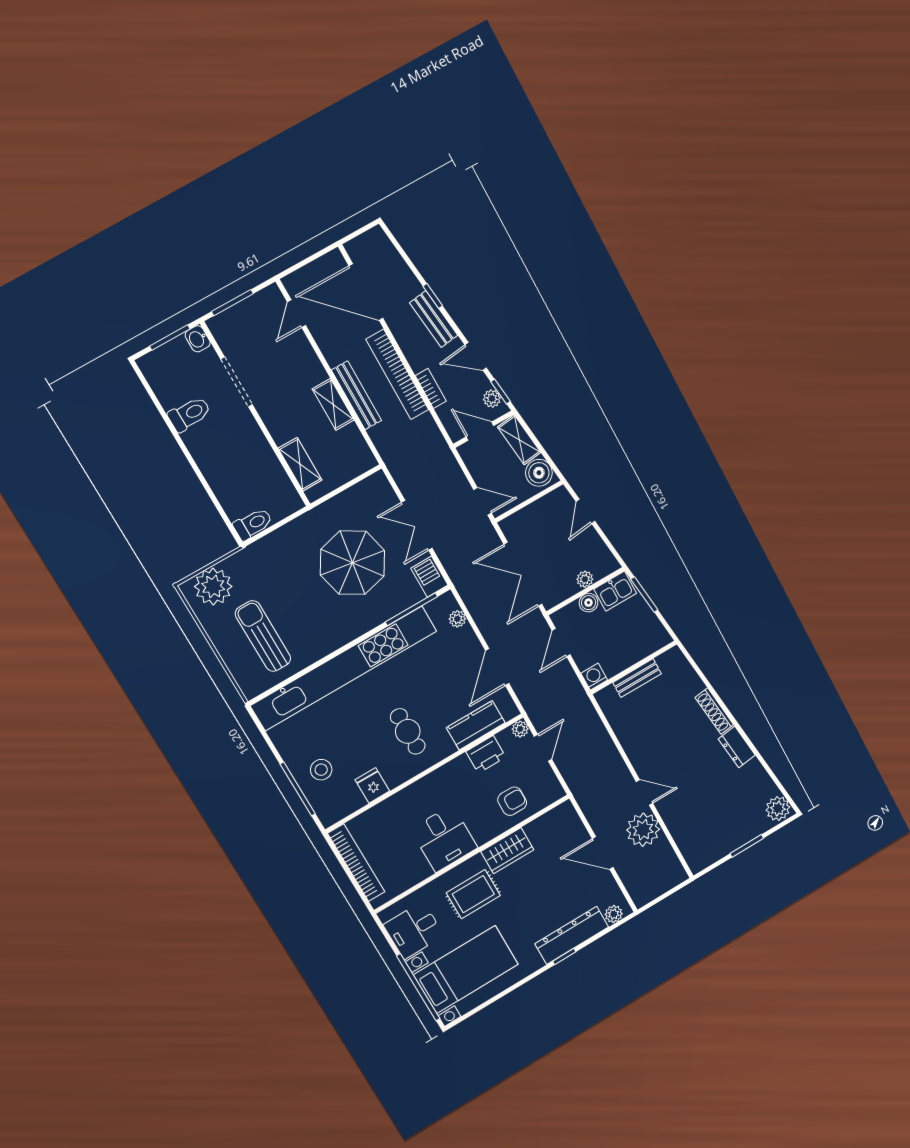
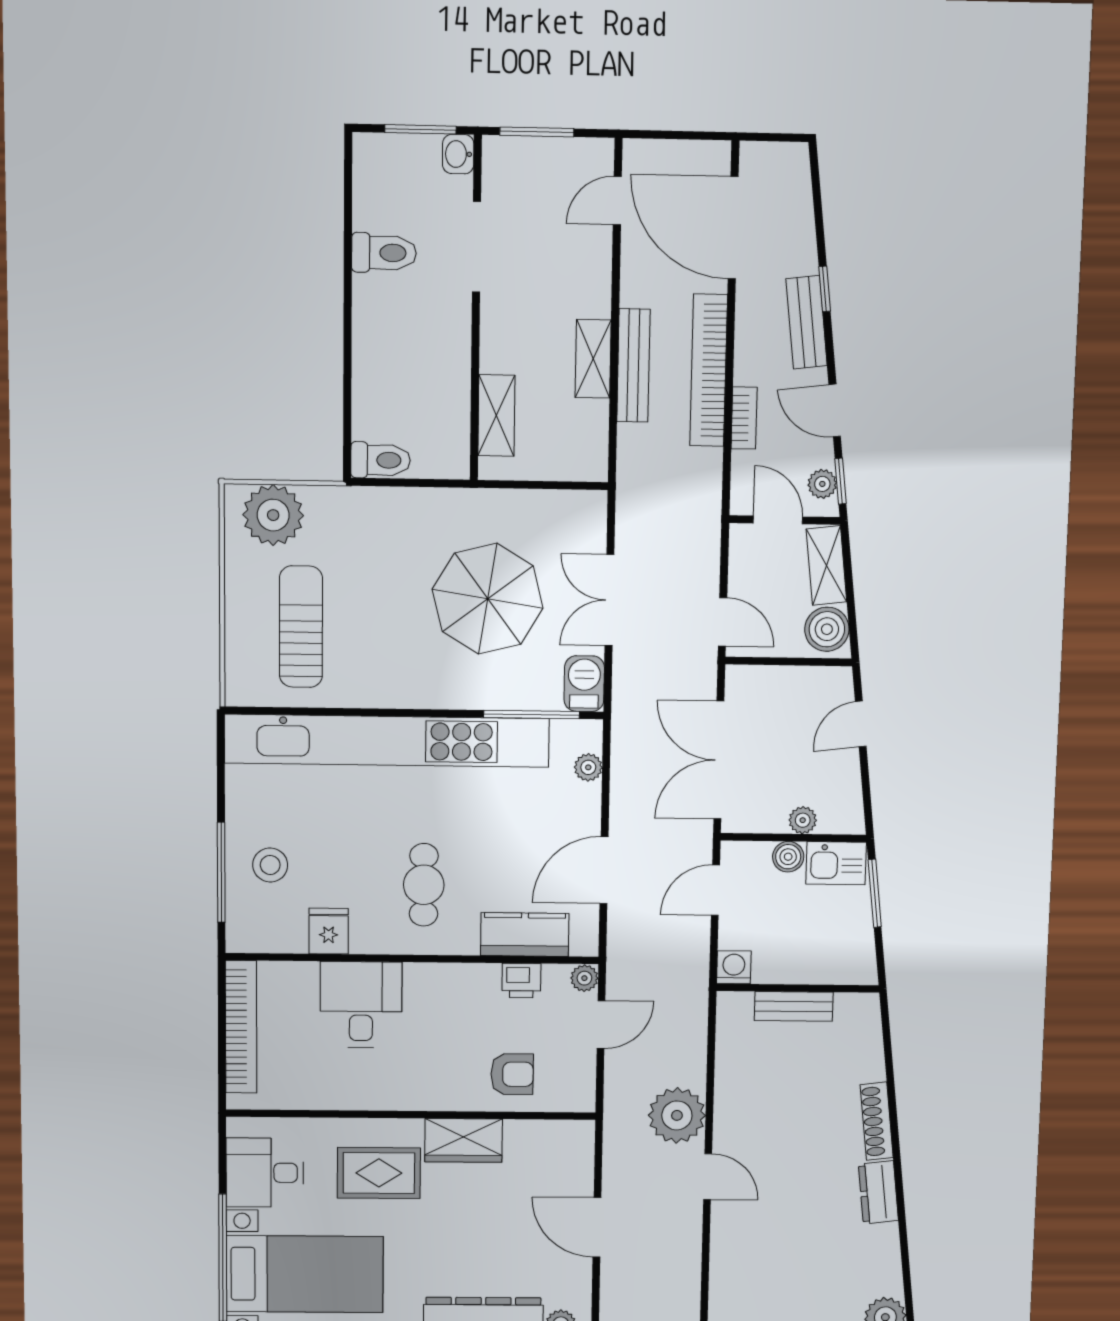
printer: (486, 754) -> (521, 981), width x0.73, depth x0.81
plant: (643, 830) -> (677, 1115), moved
desk: (444, 839) -> (361, 1005), moved, turned 180

